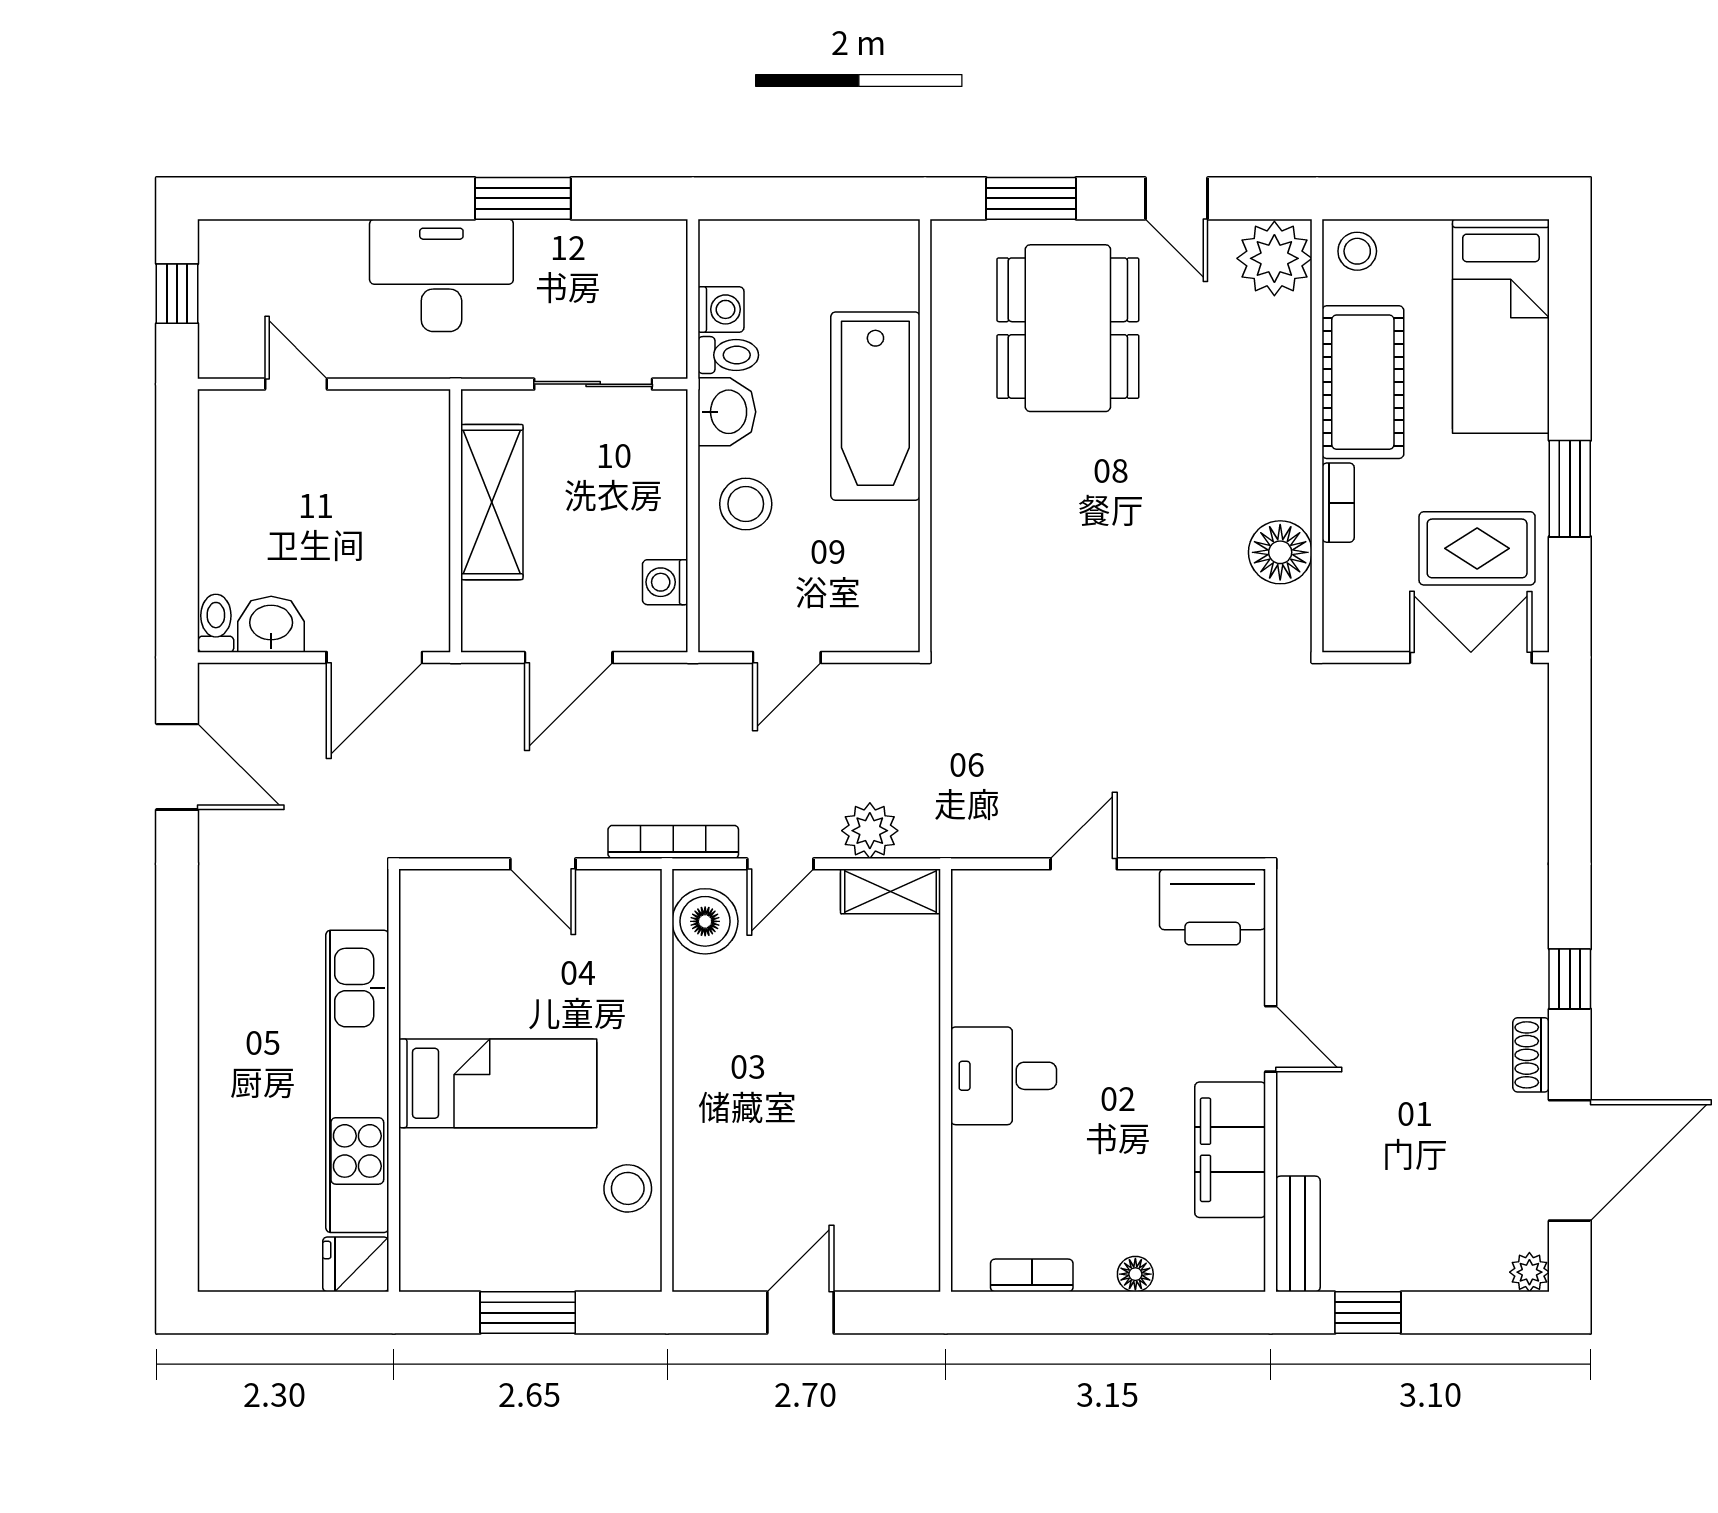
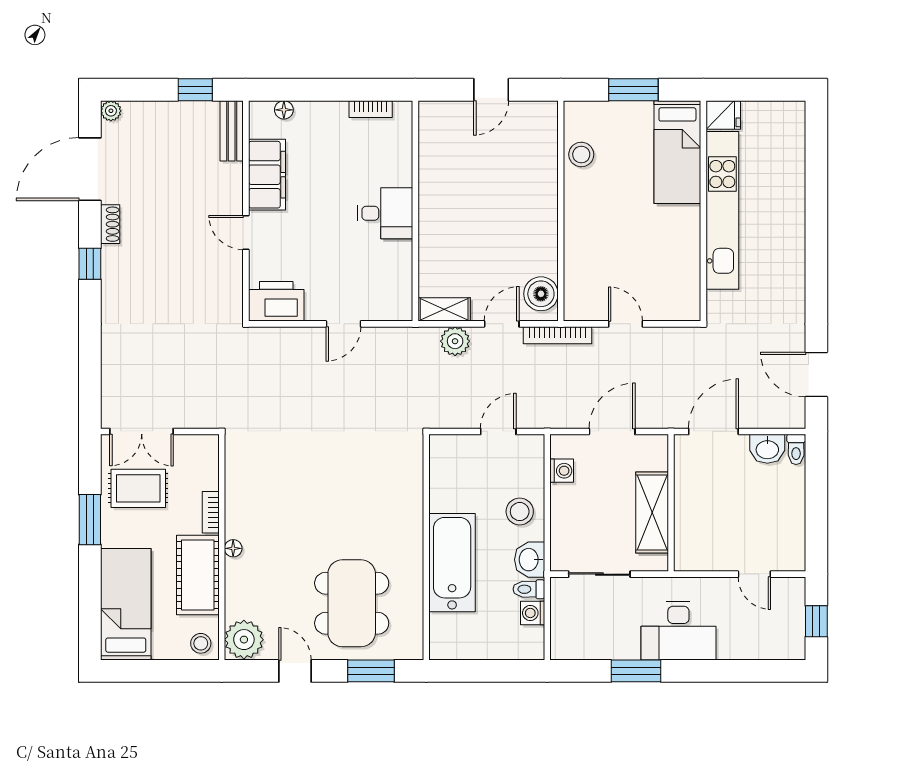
floor lamp: (1280, 552) -> (233, 548), moved, width x0.53, depth x0.53
bed: (498, 1083) -> (677, 152), moved, turned -90
floor lamp: (1135, 1274) -> (284, 110), moved

